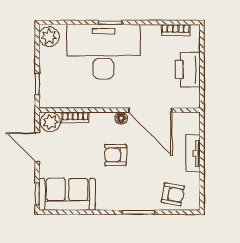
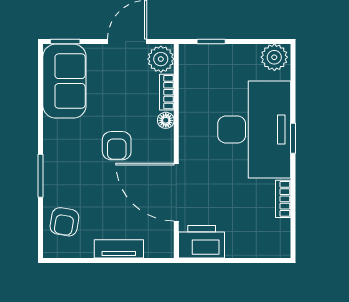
bookcase: (176, 30) -> (283, 199), moved
printer: (188, 69) -> (202, 242), moved
door: (150, 110) -> (176, 192), hinge flipped
floor lamp: (121, 118) -> (166, 120), moved
armchair: (116, 155) -> (117, 146), turned 180

